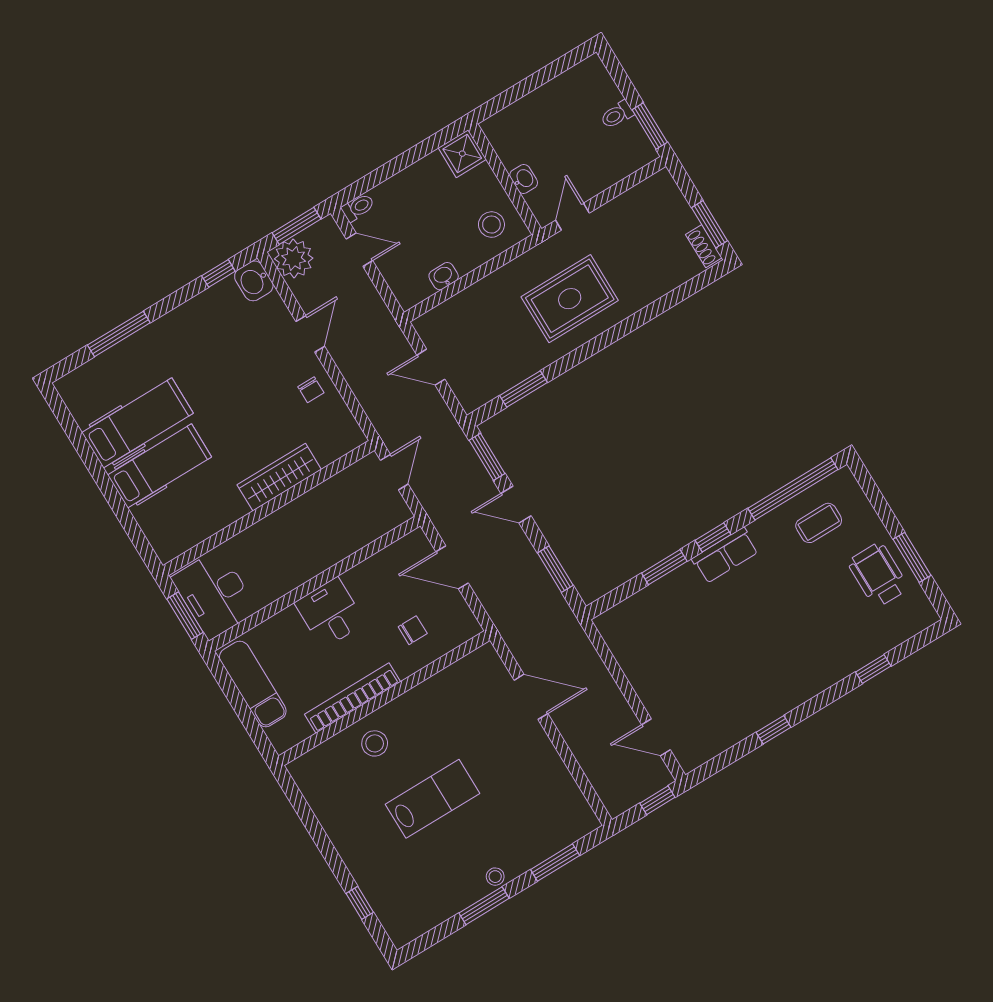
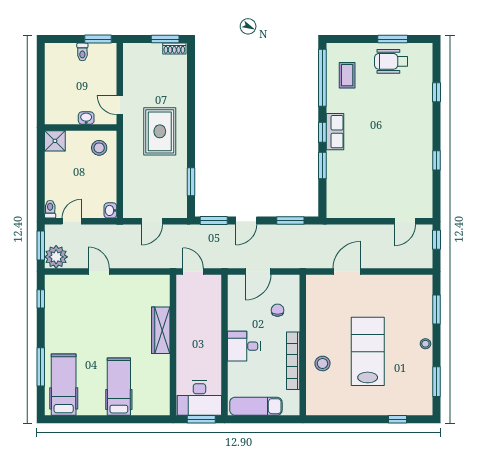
washbasin: (444, 276) -> (110, 210), moved
washbasin: (254, 281) -> (55, 283), removed
chair: (311, 390) -> (127, 288), removed
hospital bed: (137, 423) -> (64, 385), moved
lab bench: (433, 799) -> (368, 351), width x1.36, depth x1.39
window: (484, 906) -> (437, 382), moved

